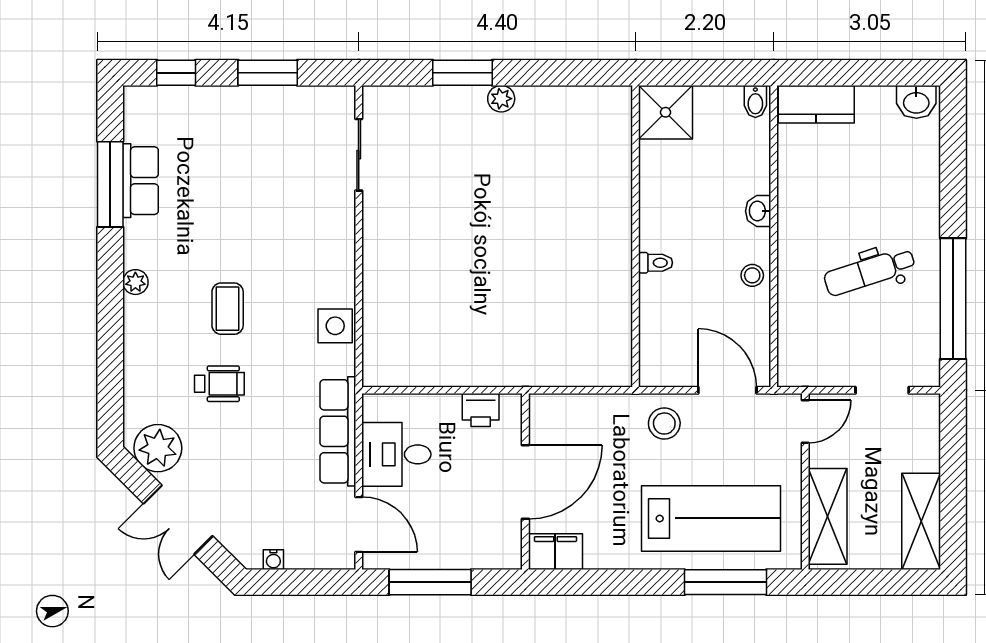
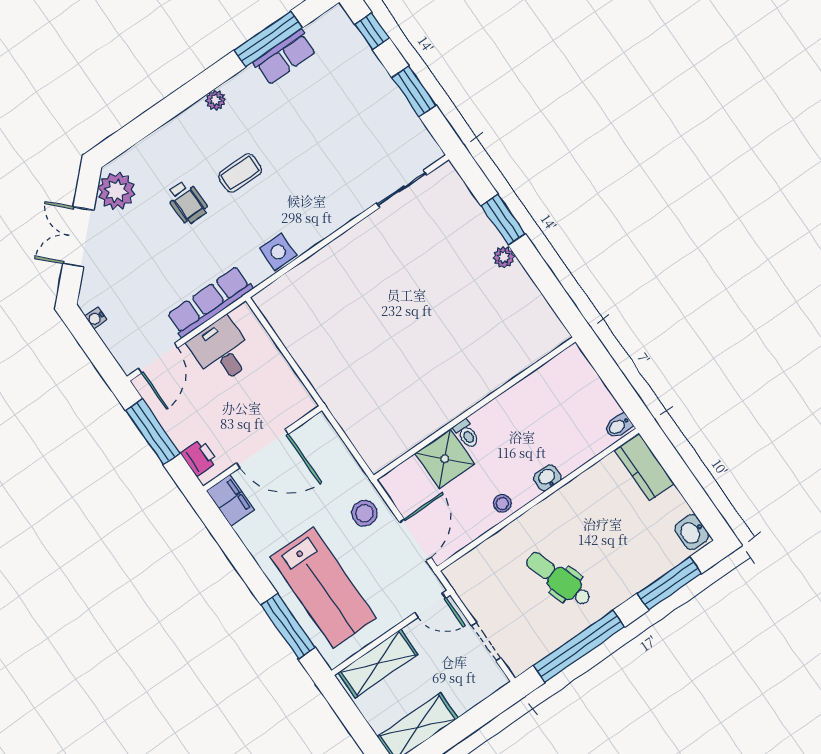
shower: (666, 112) -> (445, 459), moved
window: (953, 161) -> (669, 584), added
printer: (481, 410) -> (199, 458), moved, turned 180

